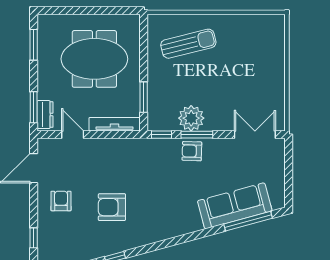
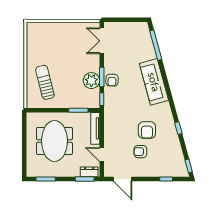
door: (73, 135) -> (102, 155), hinge flipped
armchair: (61, 201) -> (140, 152), moved
sofa: (235, 206) -> (154, 82), moved

